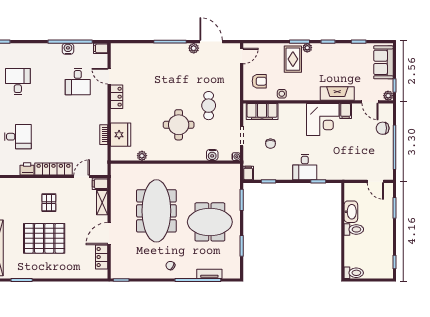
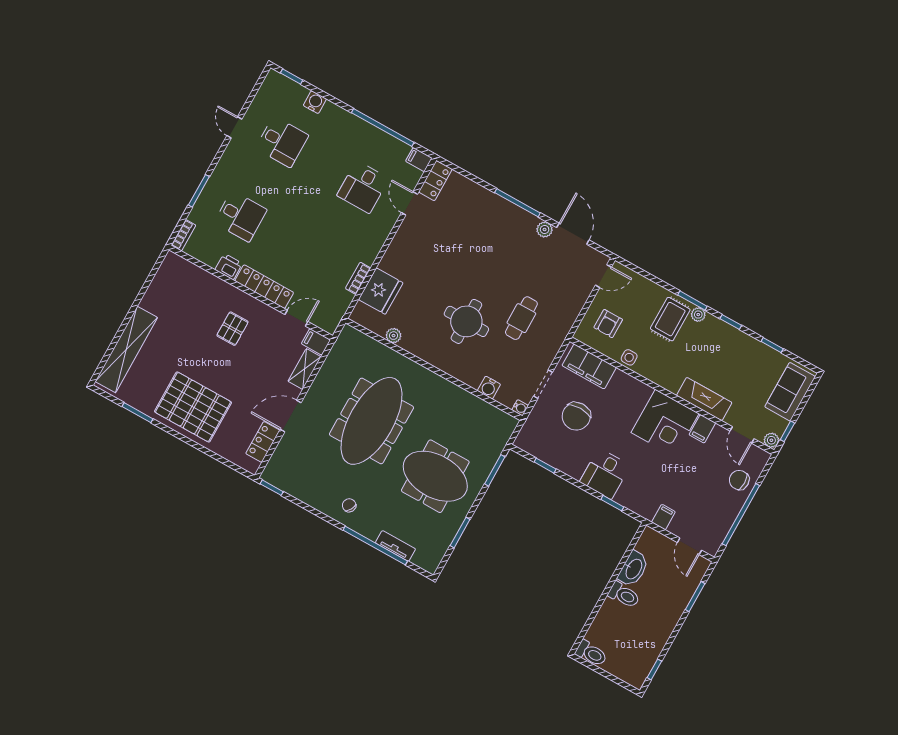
water cooler: (68, 49) -> (315, 102), moved
armchair: (259, 81) -> (608, 324), turned 90
desk: (18, 82) -> (282, 142), turned 90
locker: (117, 97) -> (435, 181), moved
chair: (270, 144) -> (576, 416), width x1.87, depth x1.87
filing cabinet: (248, 173) -> (663, 517), moved
pallet: (44, 238) -> (193, 407), moved

